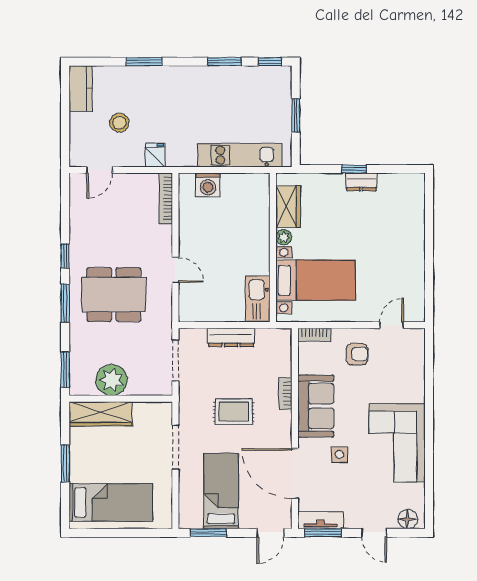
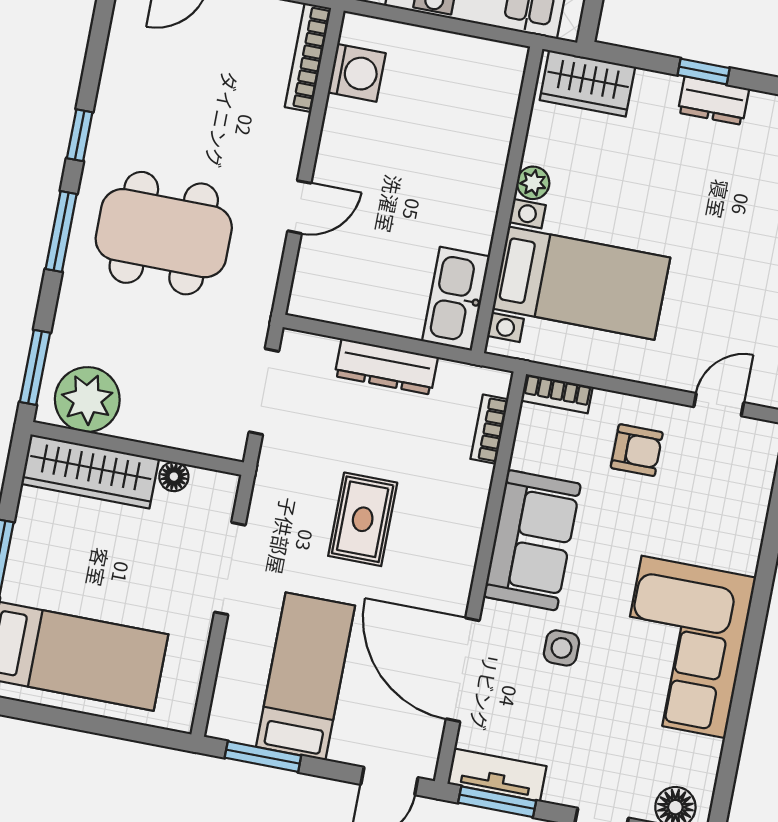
washing machine: (208, 185) -> (357, 73), moved, turned -90
wardrobe: (288, 207) -> (587, 83), moved, turned 90
door: (175, 270) -> (299, 207), hinge flipped
plant: (112, 380) -> (87, 399), moved
bookcase: (285, 394) -> (489, 429), moved
floor lamp: (141, 409) -> (174, 477), added
rug: (234, 412) -> (363, 519), turned 90

